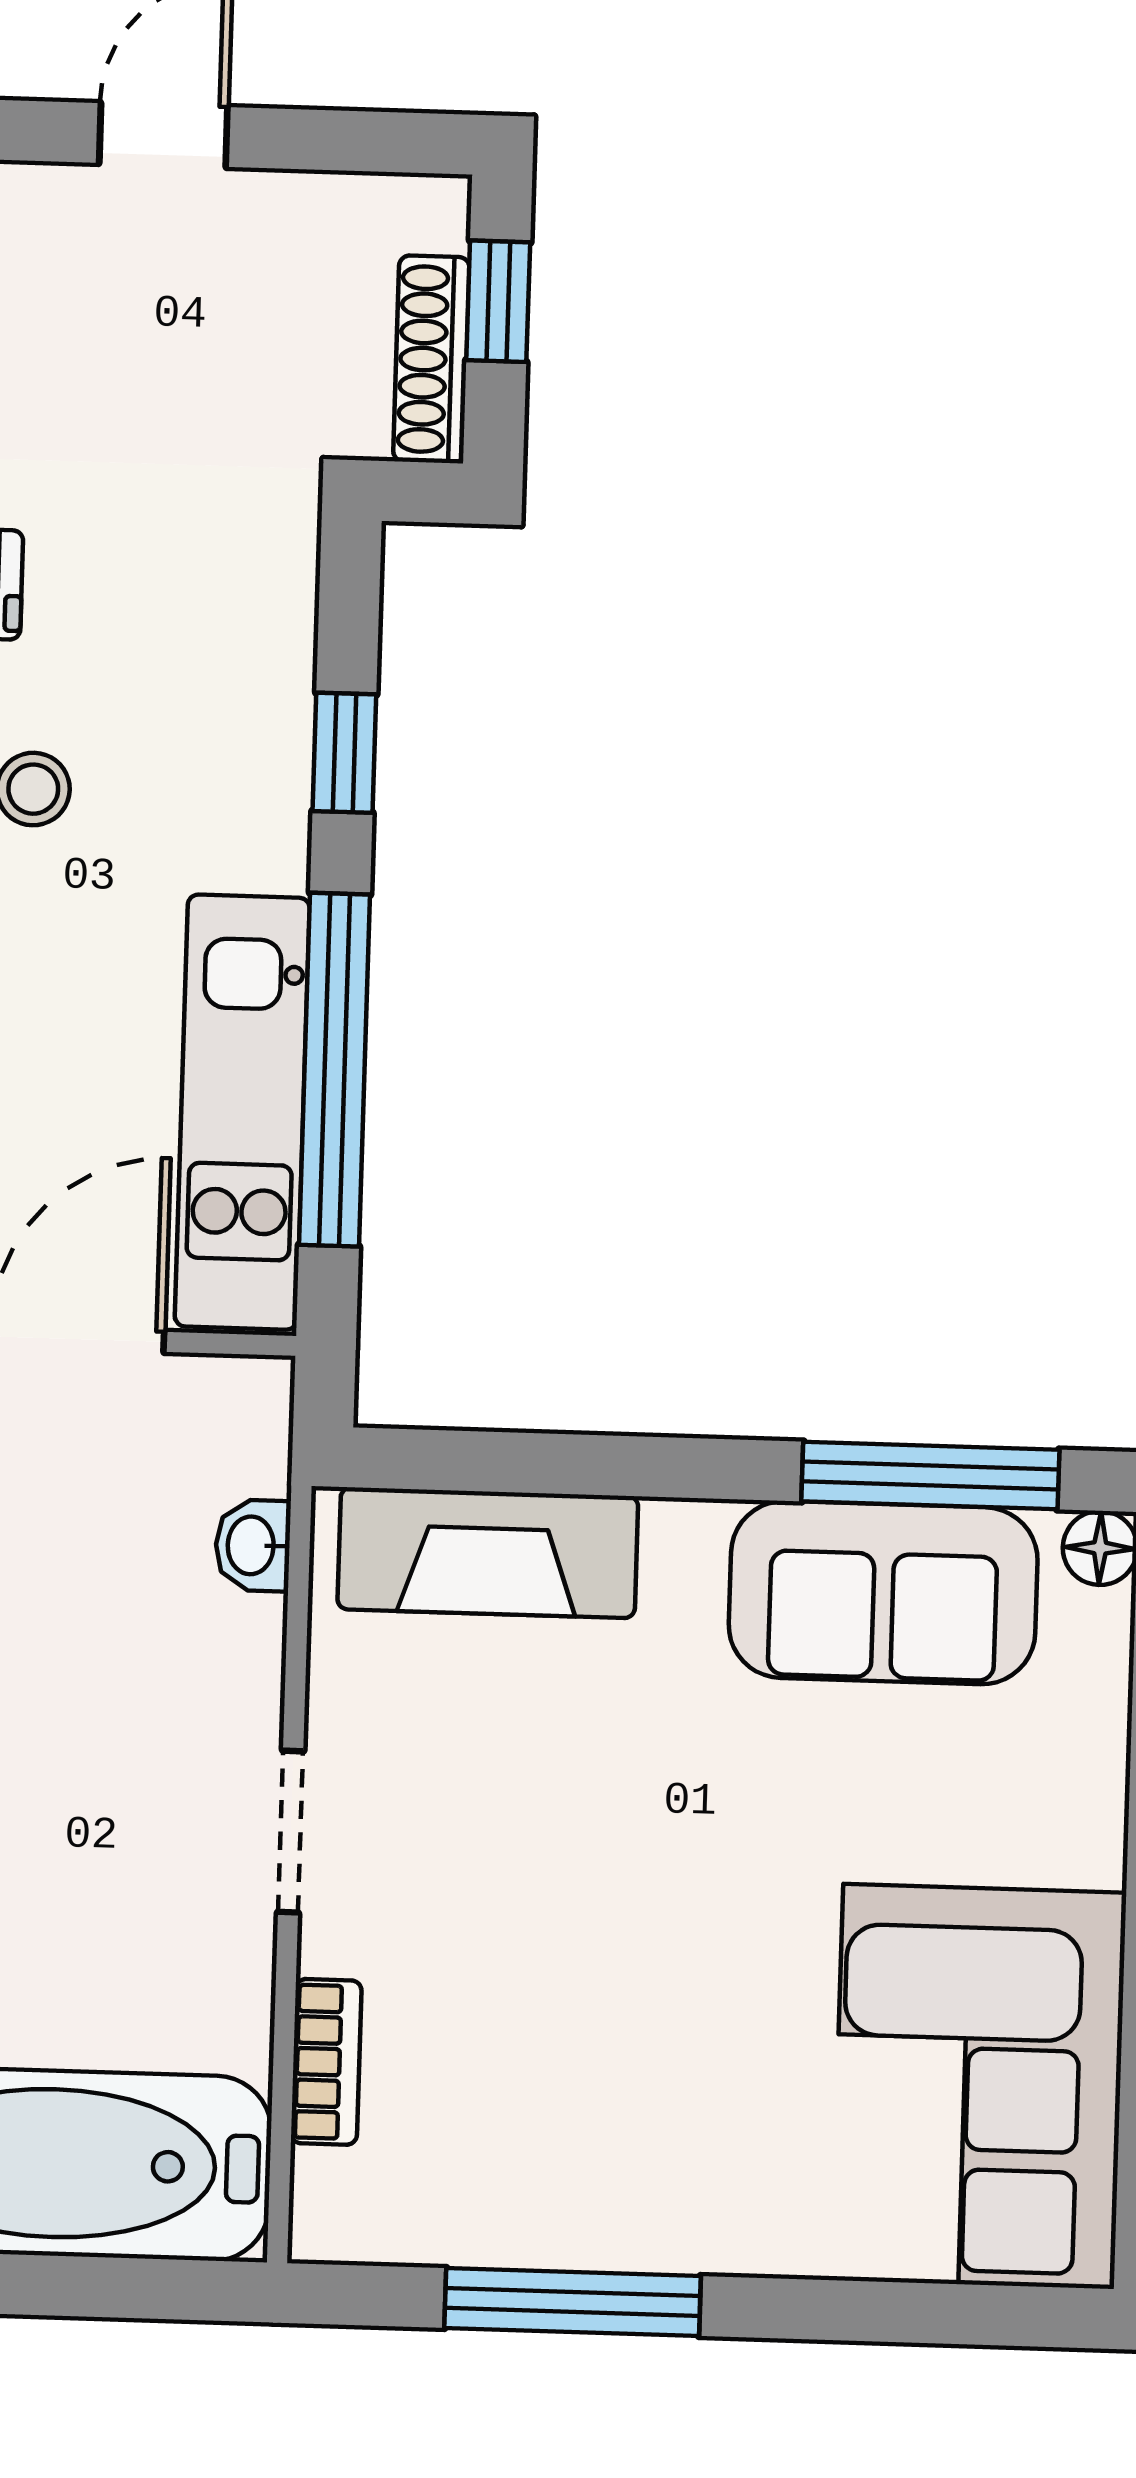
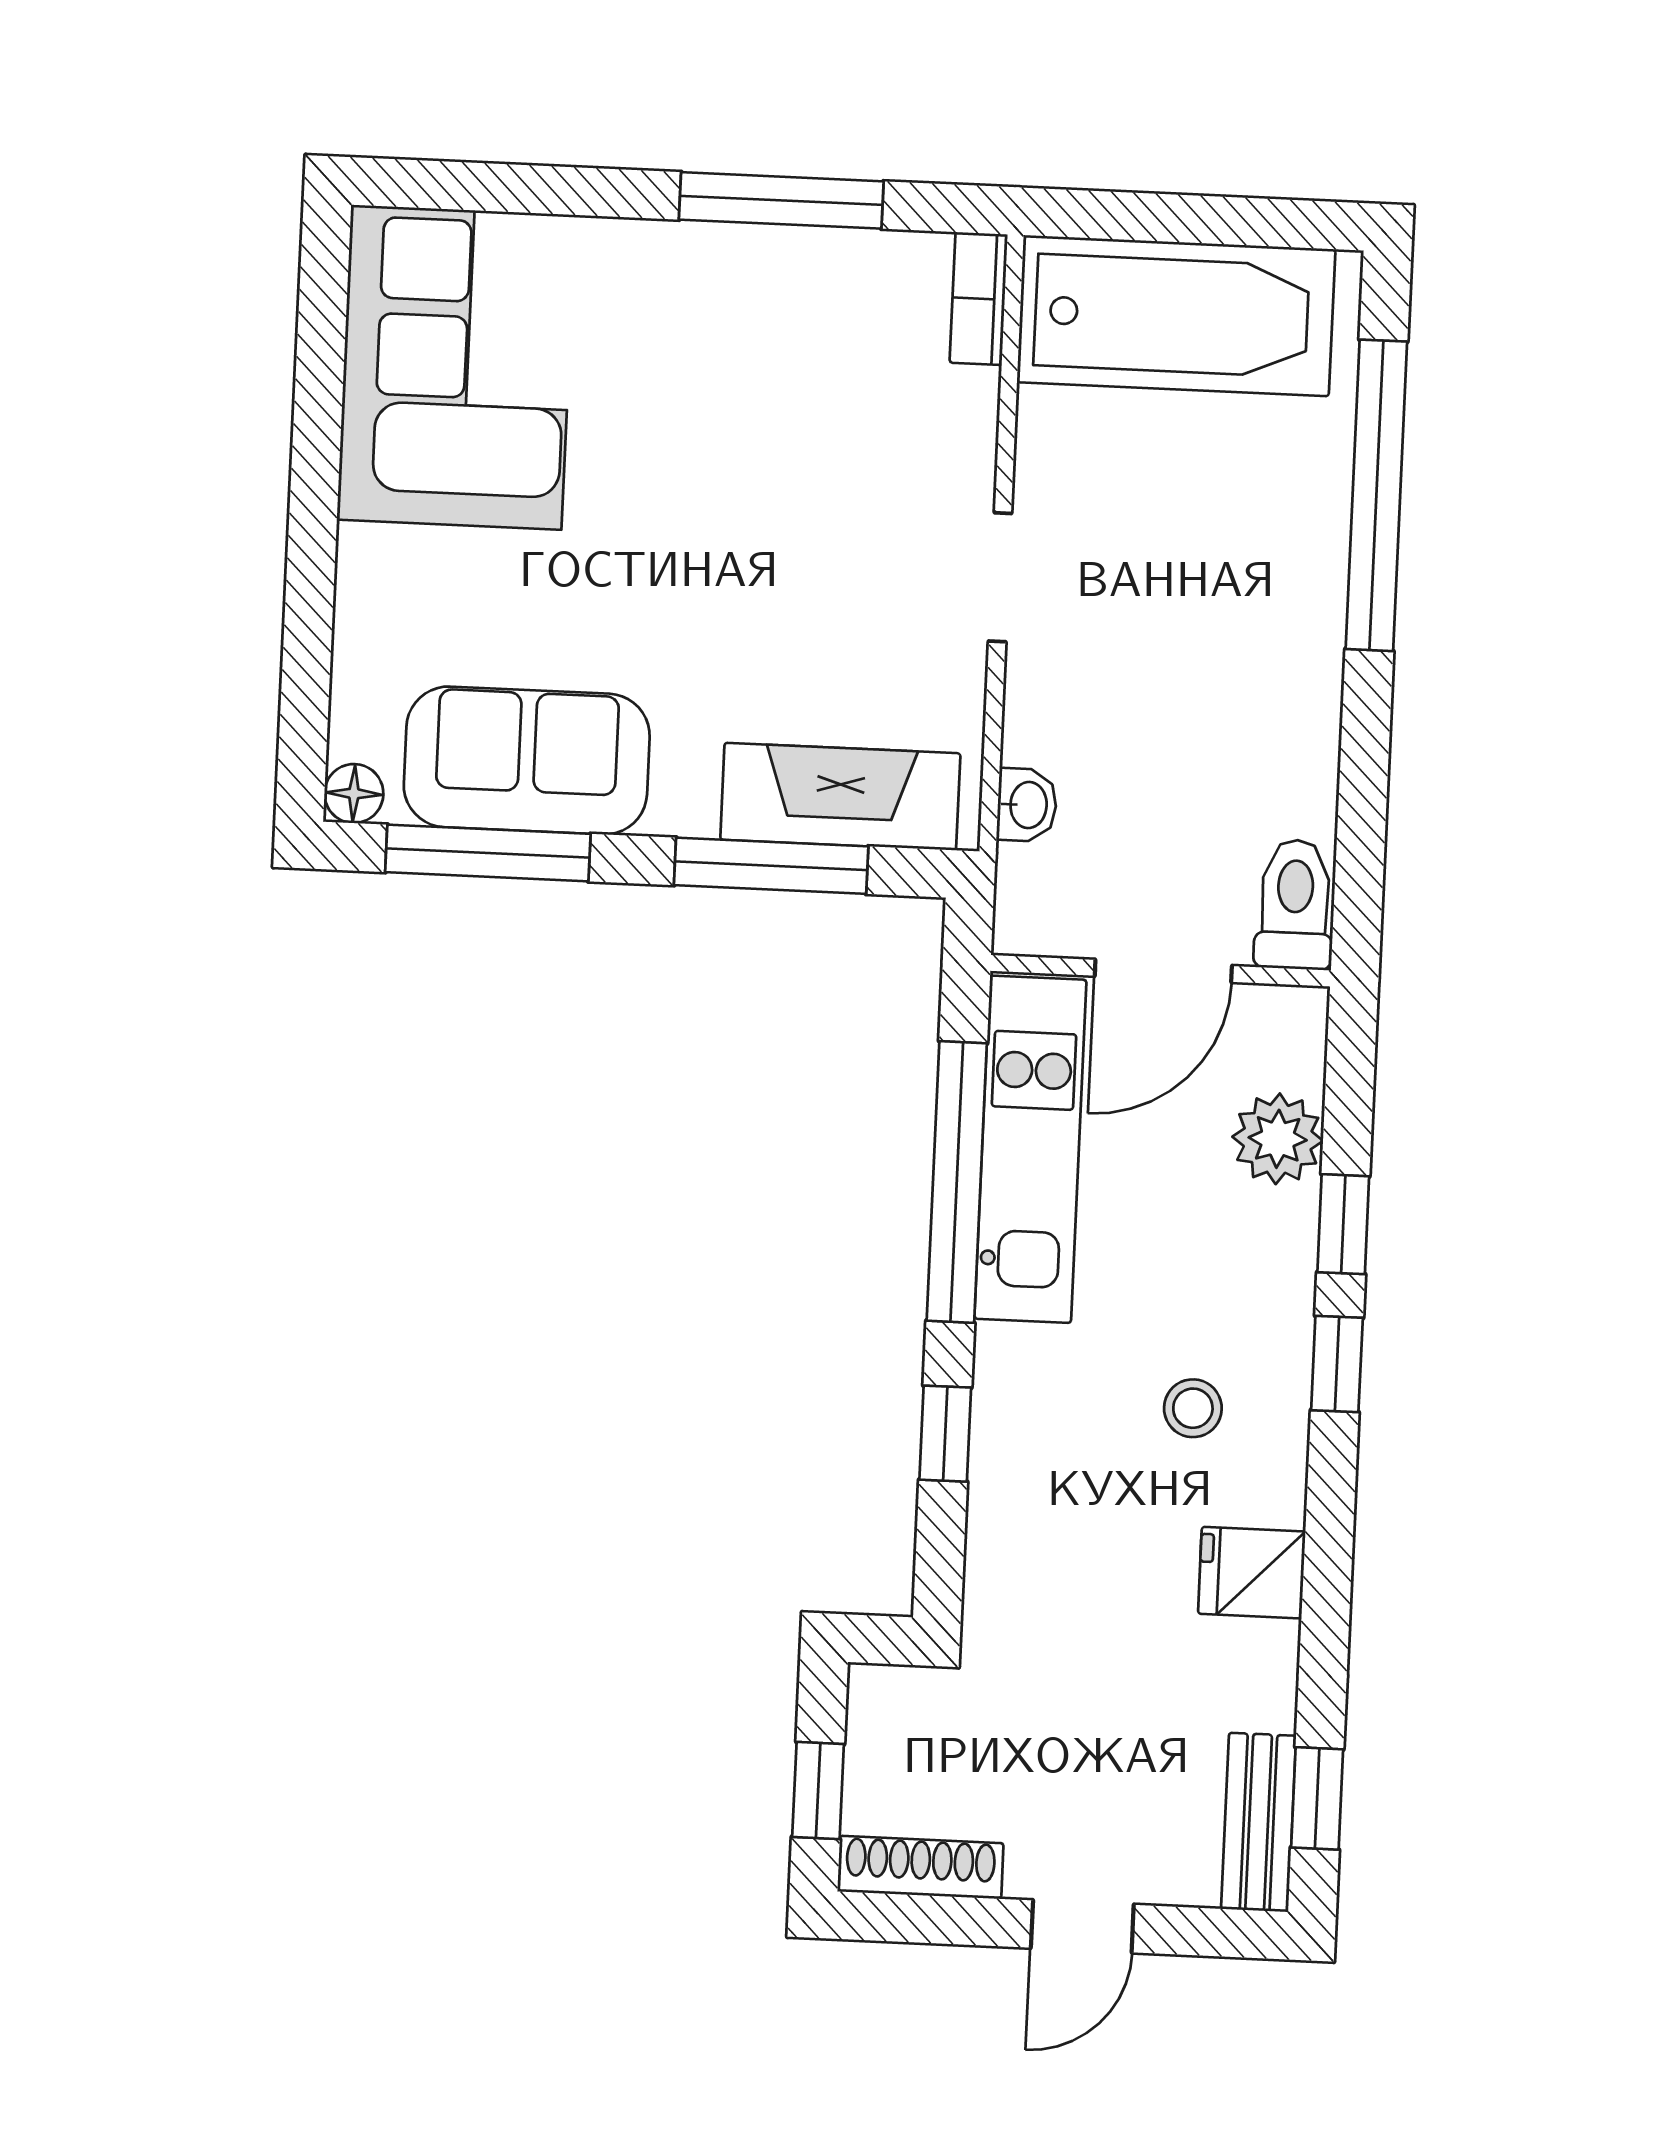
shoe rack: (431, 359) -> (920, 1867), moved, turned -90
window: (574, 1464) -> (771, 866), added
bookcase: (326, 2062) -> (979, 299), moved

